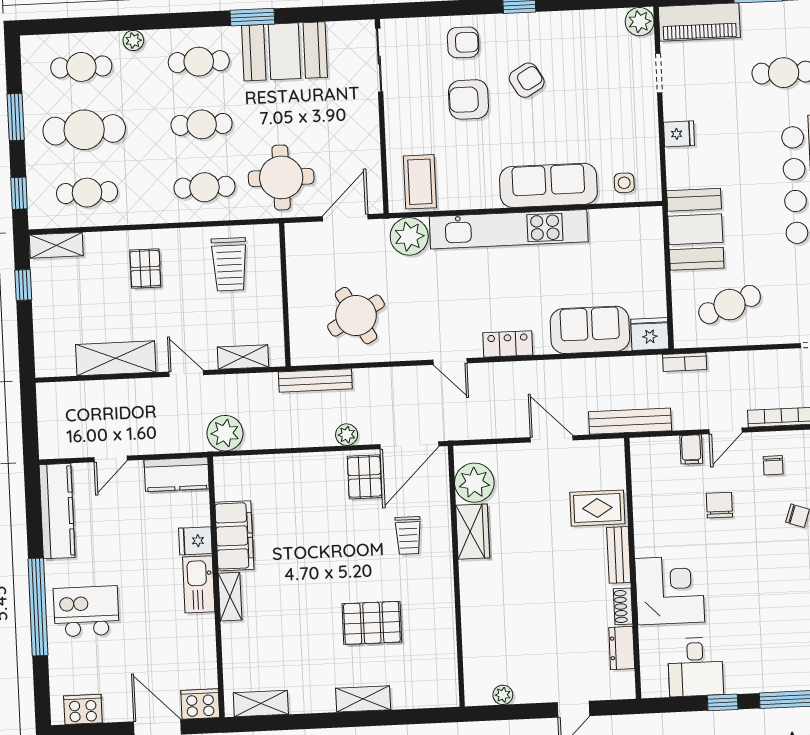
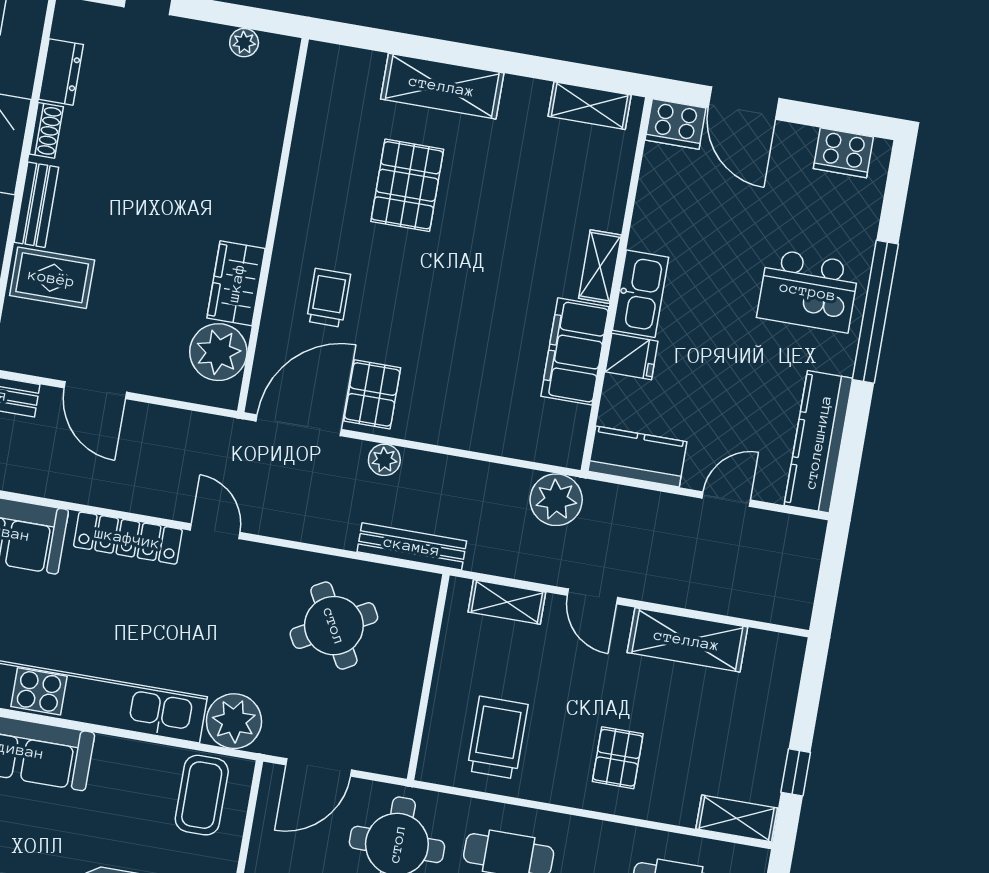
locker: (508, 344) -> (128, 538), width x1.53
pallet: (372, 623) -> (407, 185), turned 90
shelving: (363, 699) -> (442, 86), width x1.50, depth x1.33

